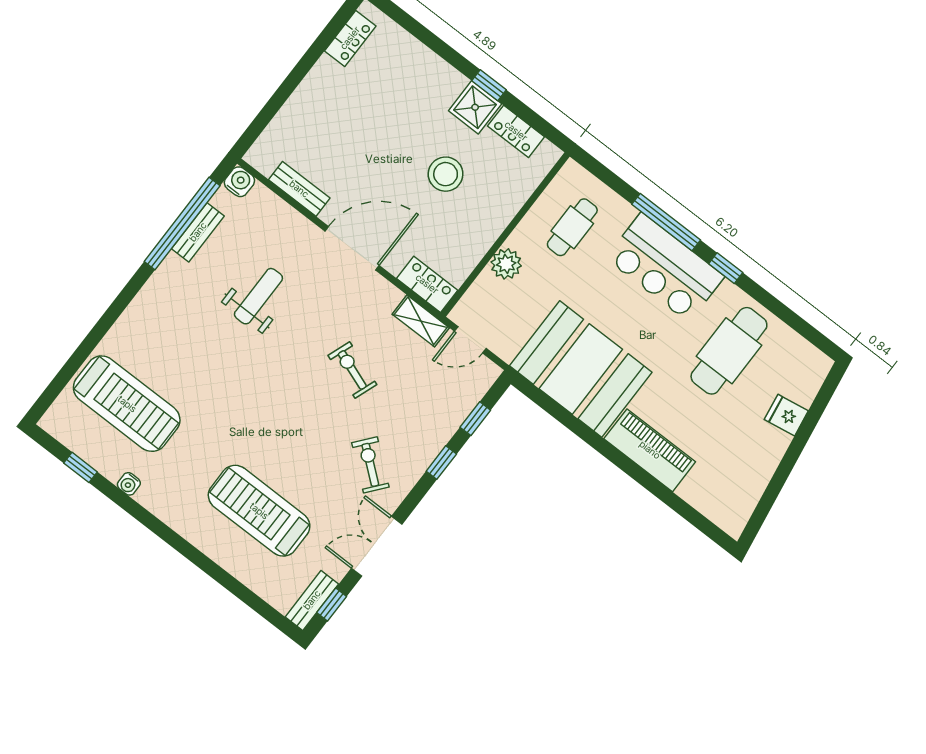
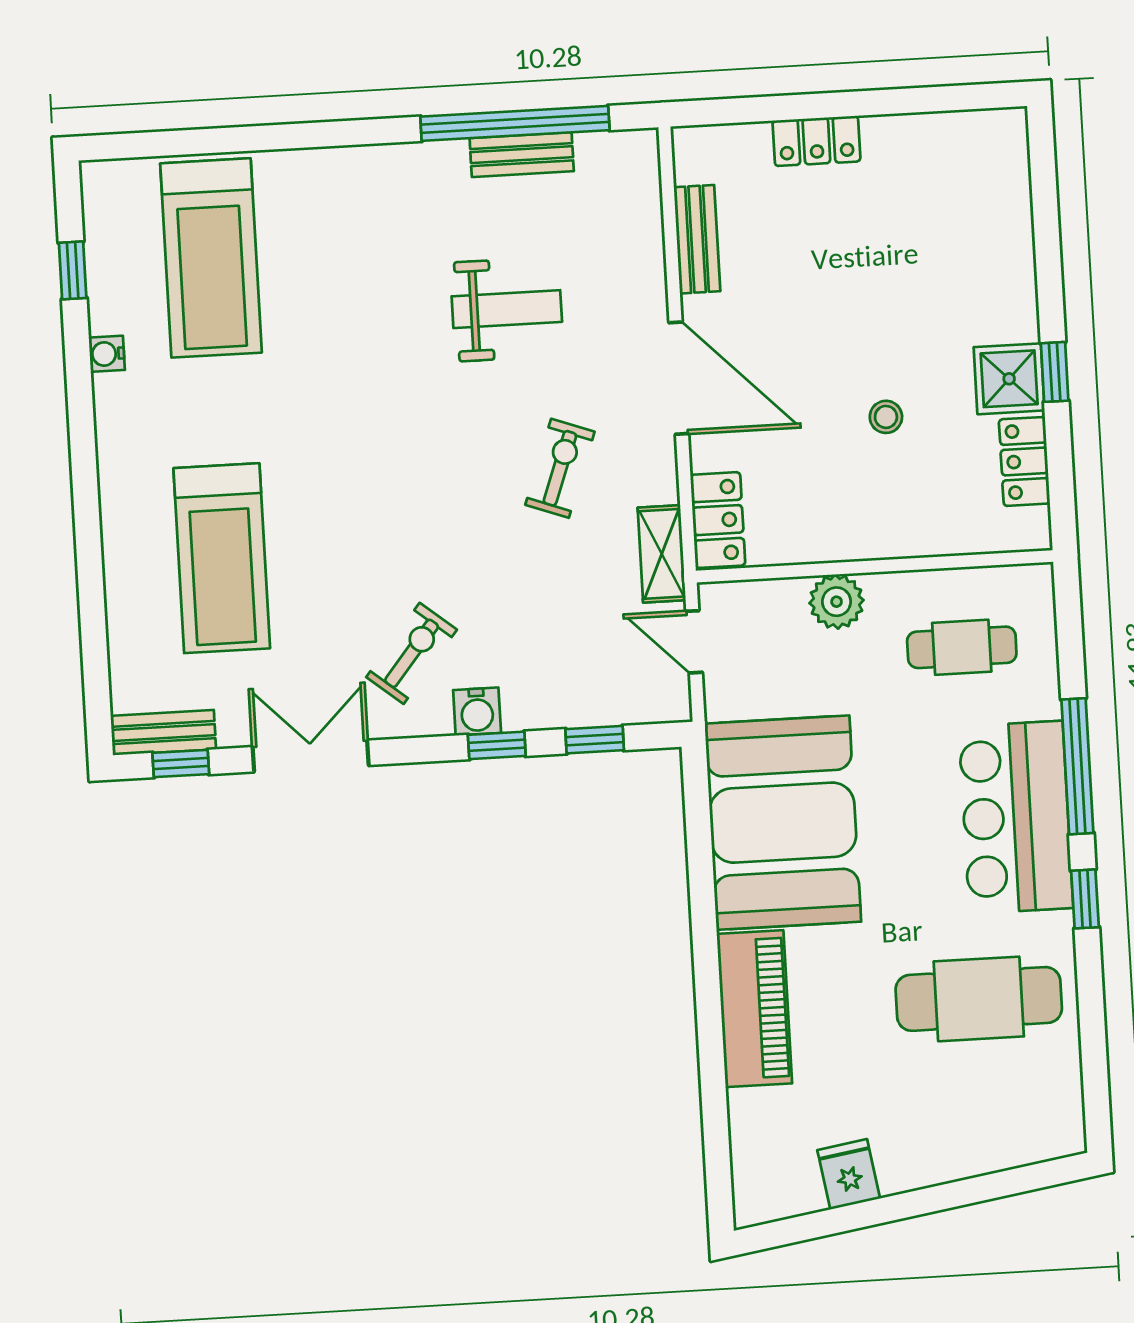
locker: (350, 38) -> (816, 141), moved
stool: (446, 174) -> (886, 417), width x0.53, depth x0.53
water cooler: (239, 182) -> (477, 711), moved, turned 90
exercise bike: (352, 370) -> (560, 468), moved
fridge: (786, 415) -> (849, 1174), moved
treadmill: (259, 511) -> (222, 558), turned 180

